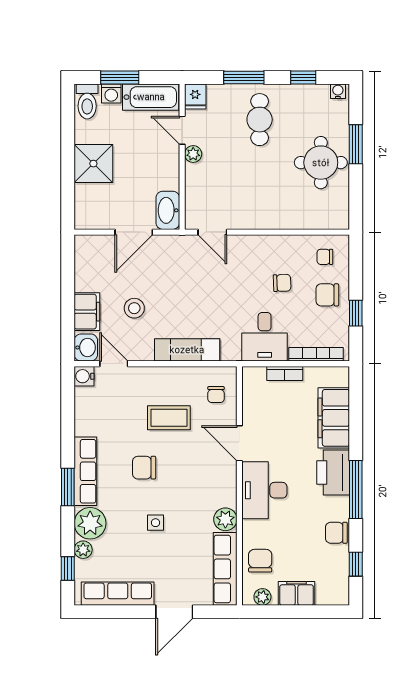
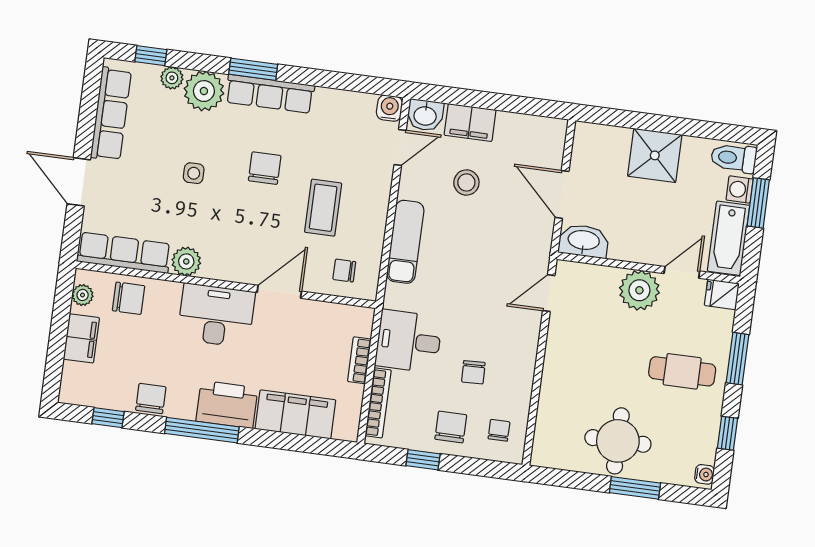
plant: (193, 154) -> (639, 290), width x1.88, depth x1.88

